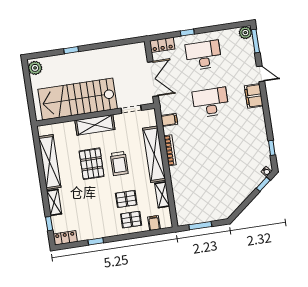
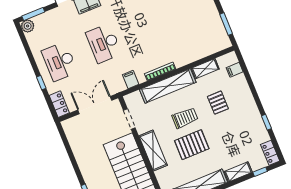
pallet: (131, 220) -> (237, 93), removed

